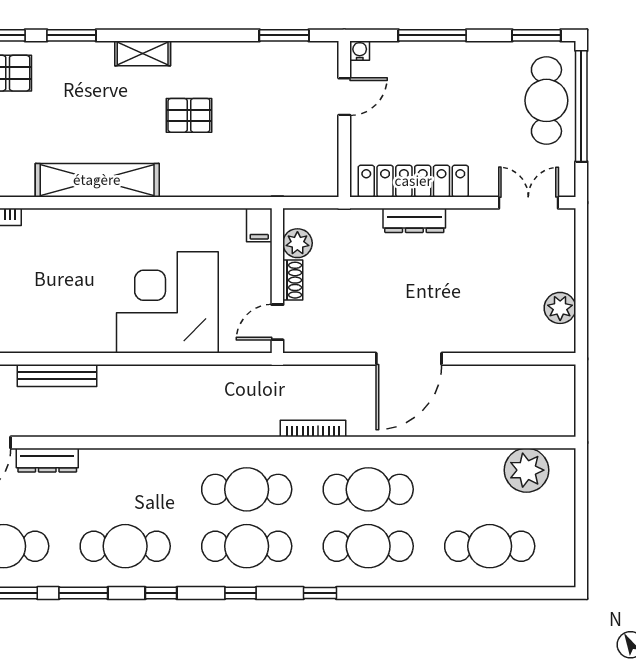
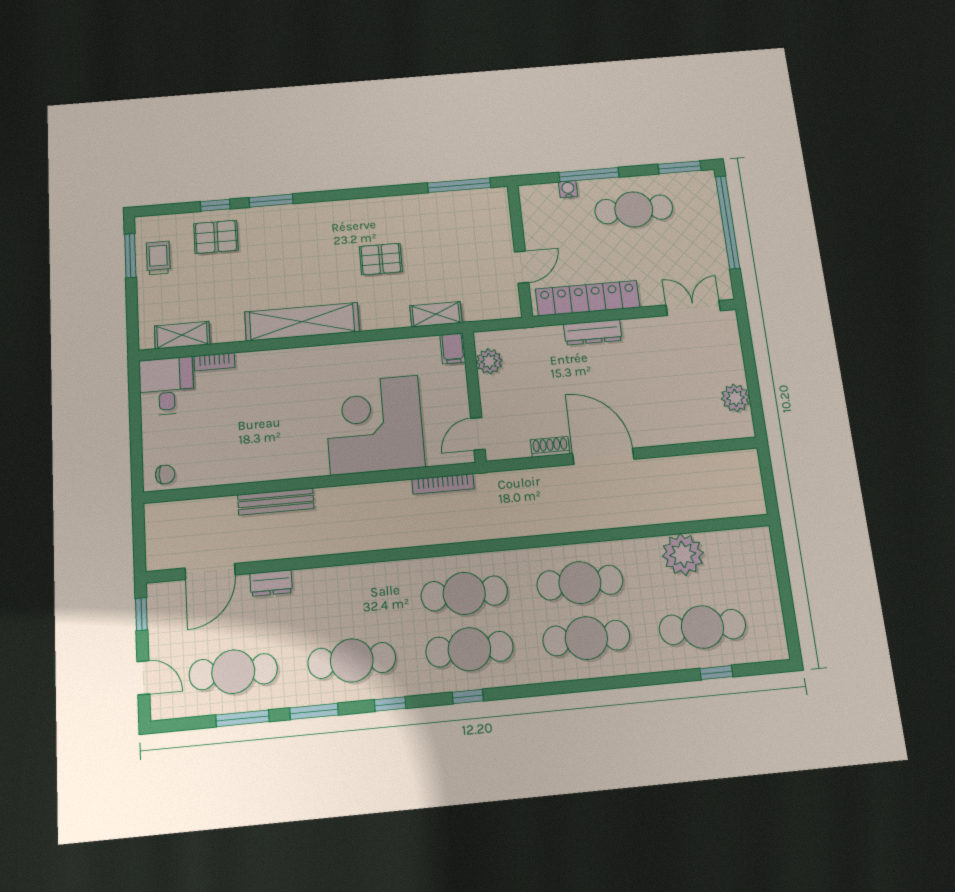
window: (284, 35) -> (459, 185), width x1.44
water cooler: (360, 51) -> (568, 189), moved
shelving: (143, 53) -> (436, 314), moved
door: (344, 97) -> (522, 267), moved
cafe table: (546, 100) -> (634, 209), moved, turned 90
shoe rack: (293, 280) -> (550, 447), moved, turned -90
door: (409, 359) -> (603, 456), swing flipped
bookcase: (313, 429) -> (443, 484), moved, turned 180
dresser: (47, 460) -> (271, 583), width x0.70
plant: (527, 470) -> (683, 554), moved
window: (320, 593) -> (716, 673), moved

